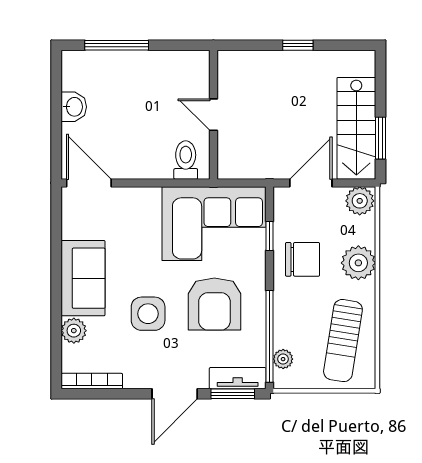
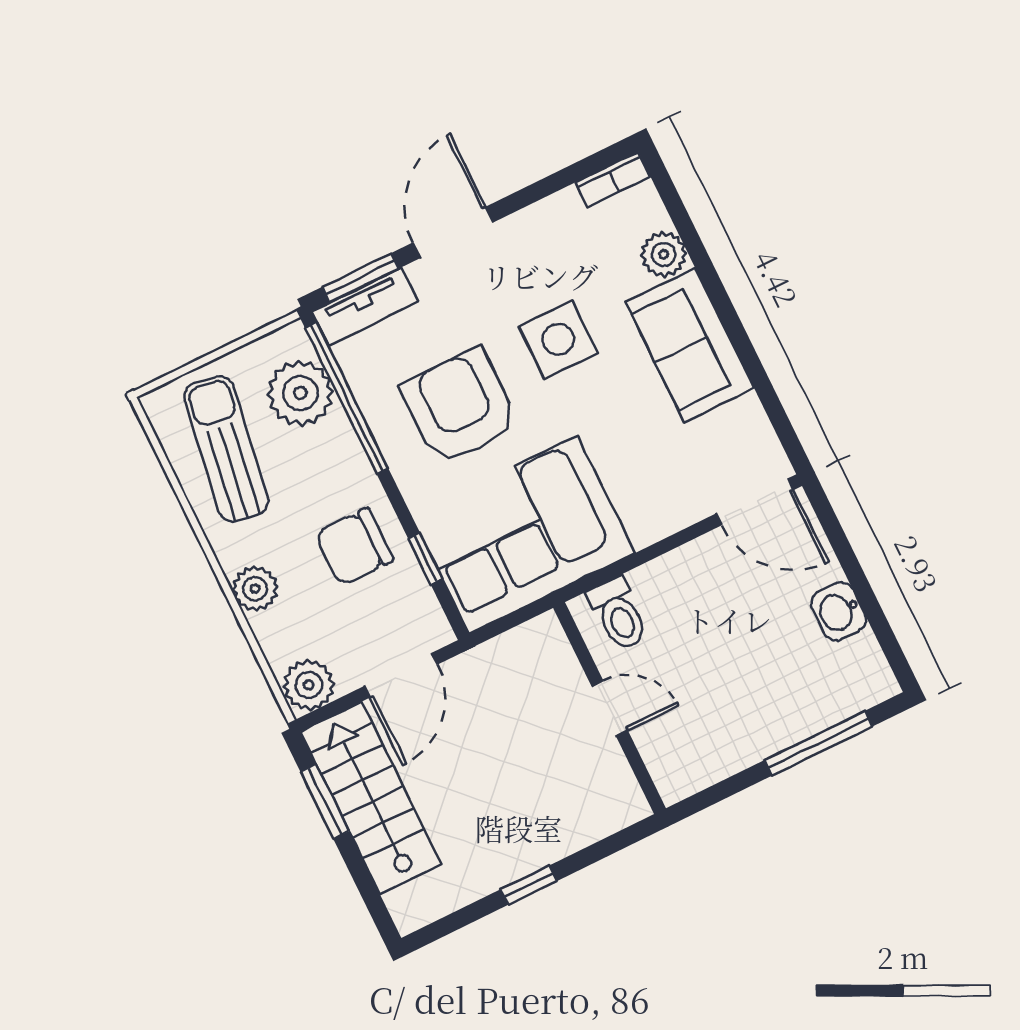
plant: (358, 263) -> (255, 589), width x0.73, depth x0.73
plant: (283, 359) -> (300, 393), width x1.88, depth x1.88
bookcase: (92, 381) -> (613, 179), width x0.64

